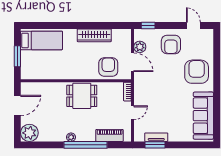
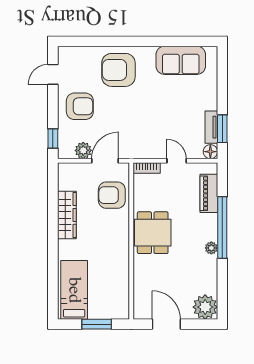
sofa: (203, 116) -> (181, 60), width x0.73
floor lamp: (139, 137) -> (210, 152), added

